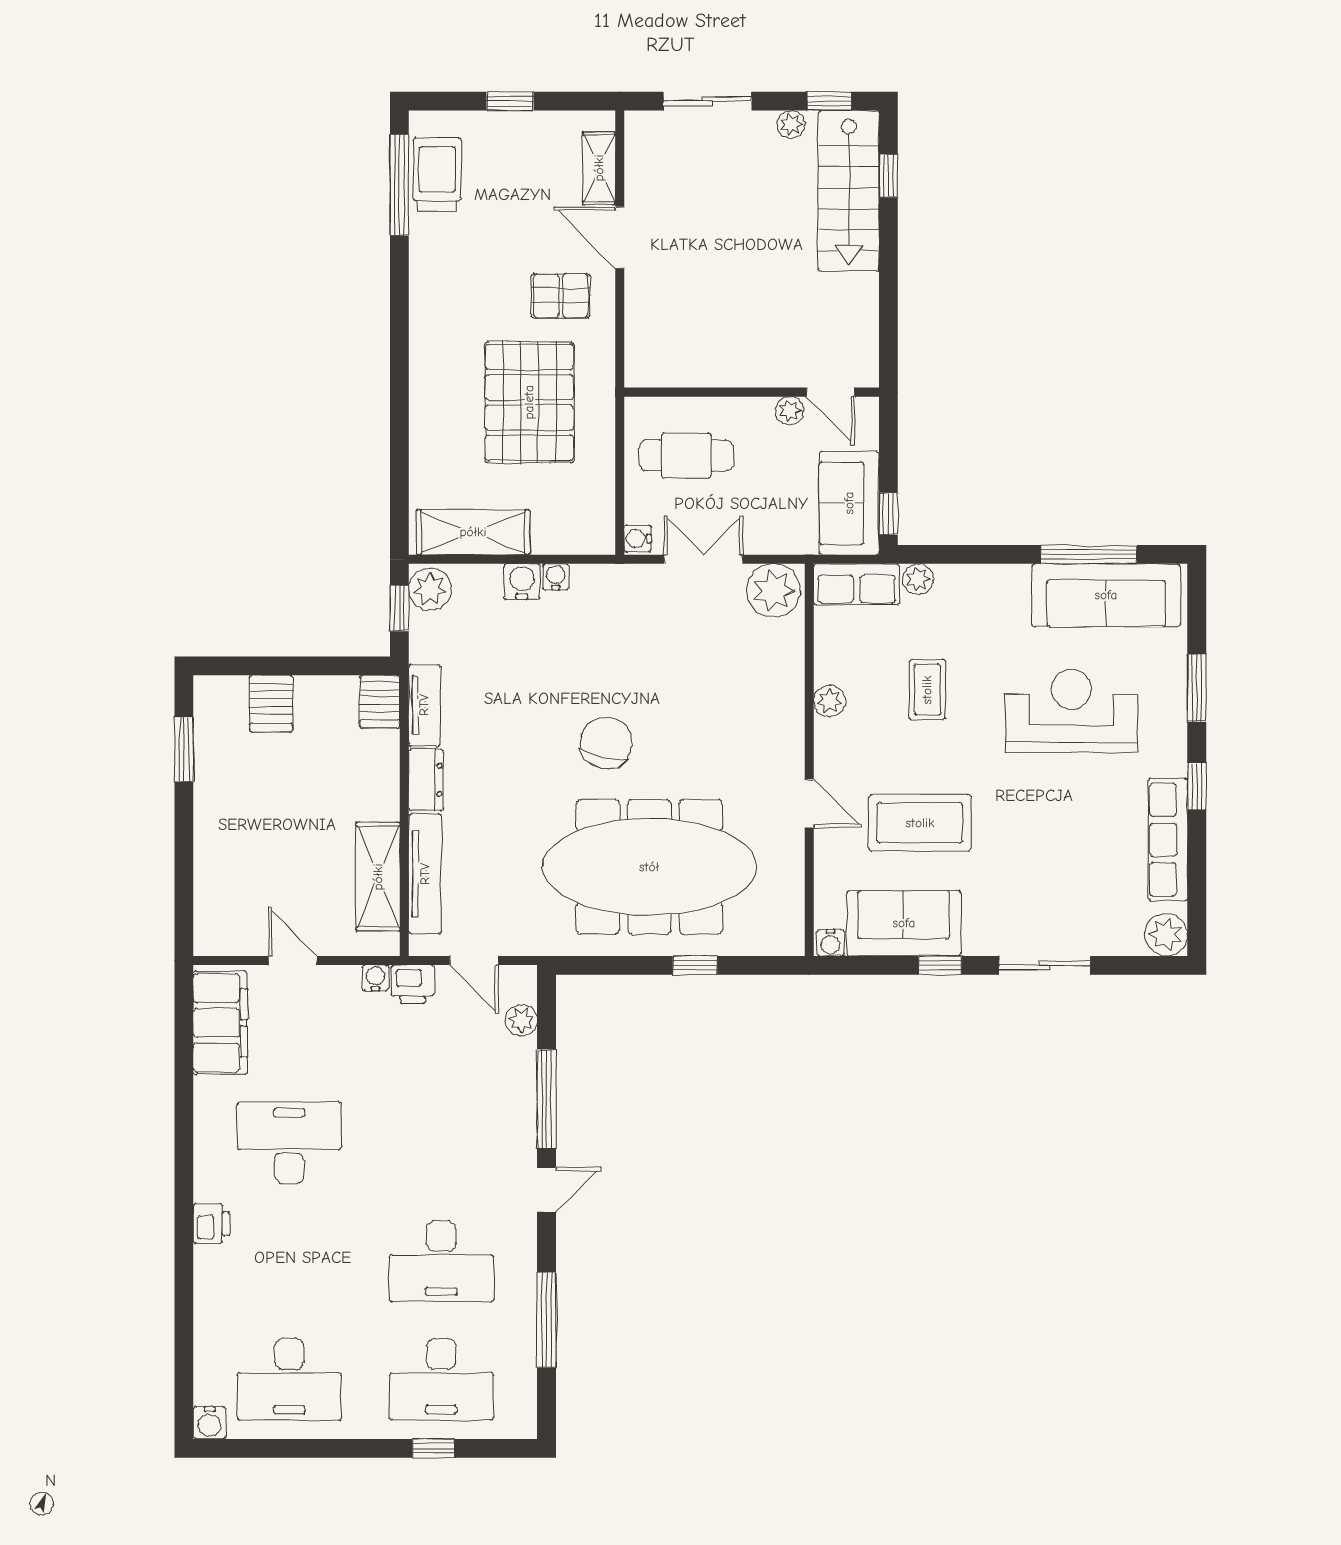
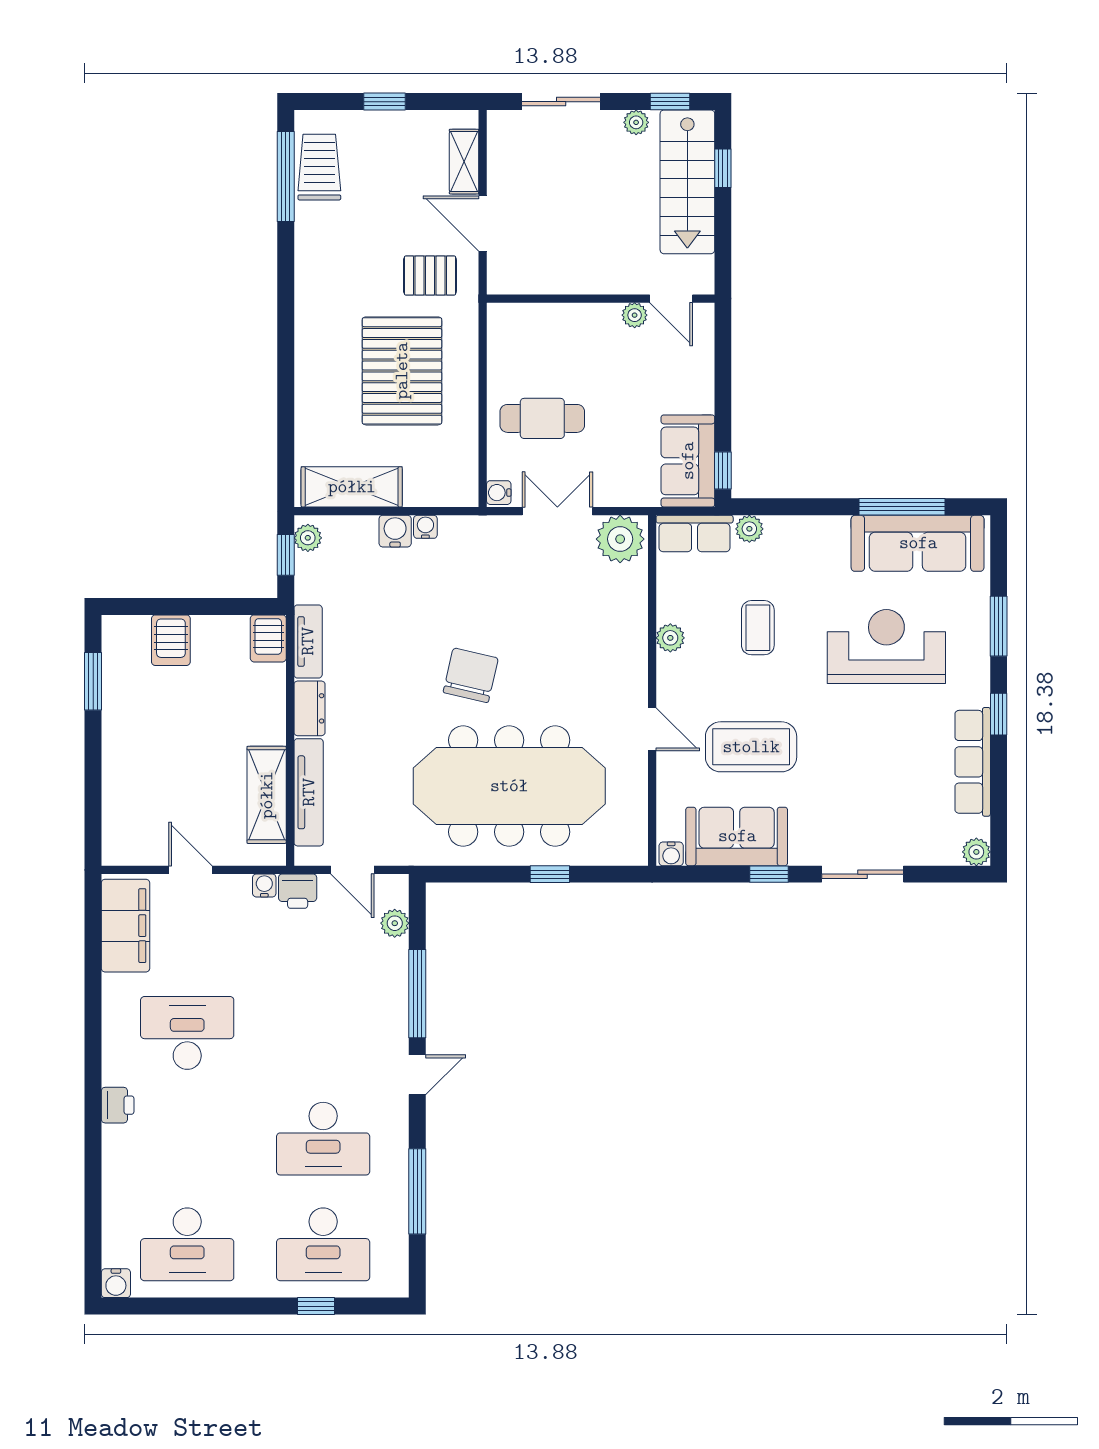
wall: (752, 392) -> (601, 299), moved
door: (830, 392) -> (671, 299), moved
plant: (790, 411) -> (635, 315), moved
plant: (430, 589) -> (308, 538), width x0.73, depth x0.73
plant: (1166, 935) -> (976, 852), width x0.73, depth x0.73

